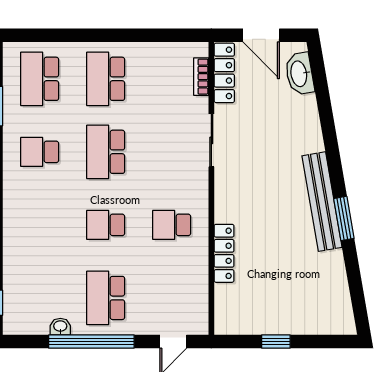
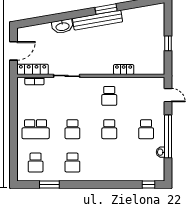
washbasin: (299, 74) -> (62, 26), moved
school desk: (40, 79) -> (36, 163), width x0.54
school desk: (106, 152) -> (72, 129), width x0.54
locker: (224, 253) -> (124, 70), width x0.66
school desk: (106, 298) -> (146, 129), width x0.54

